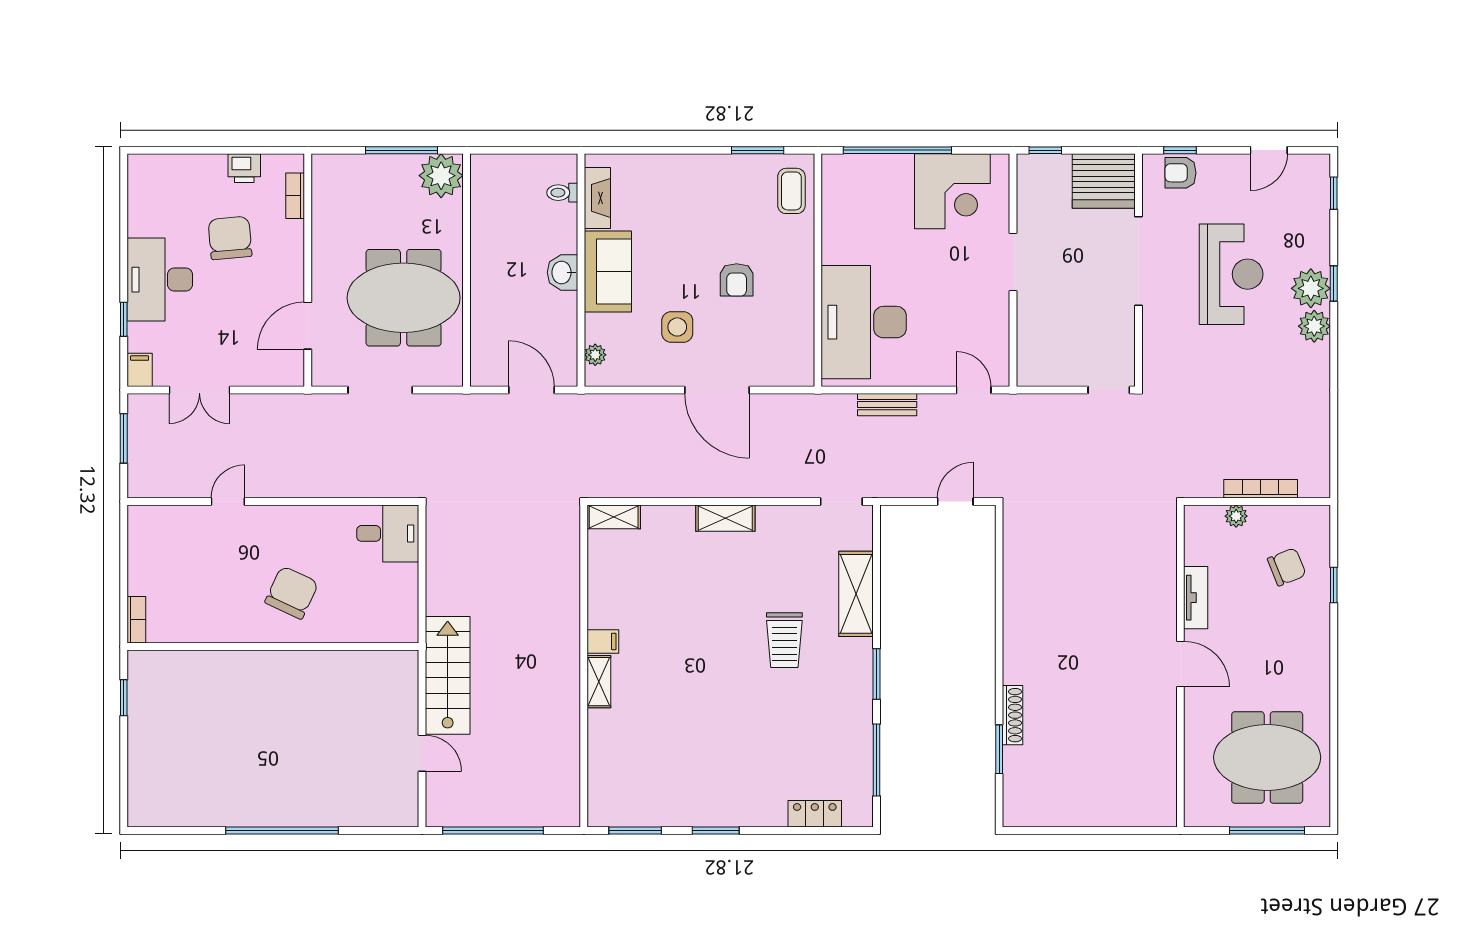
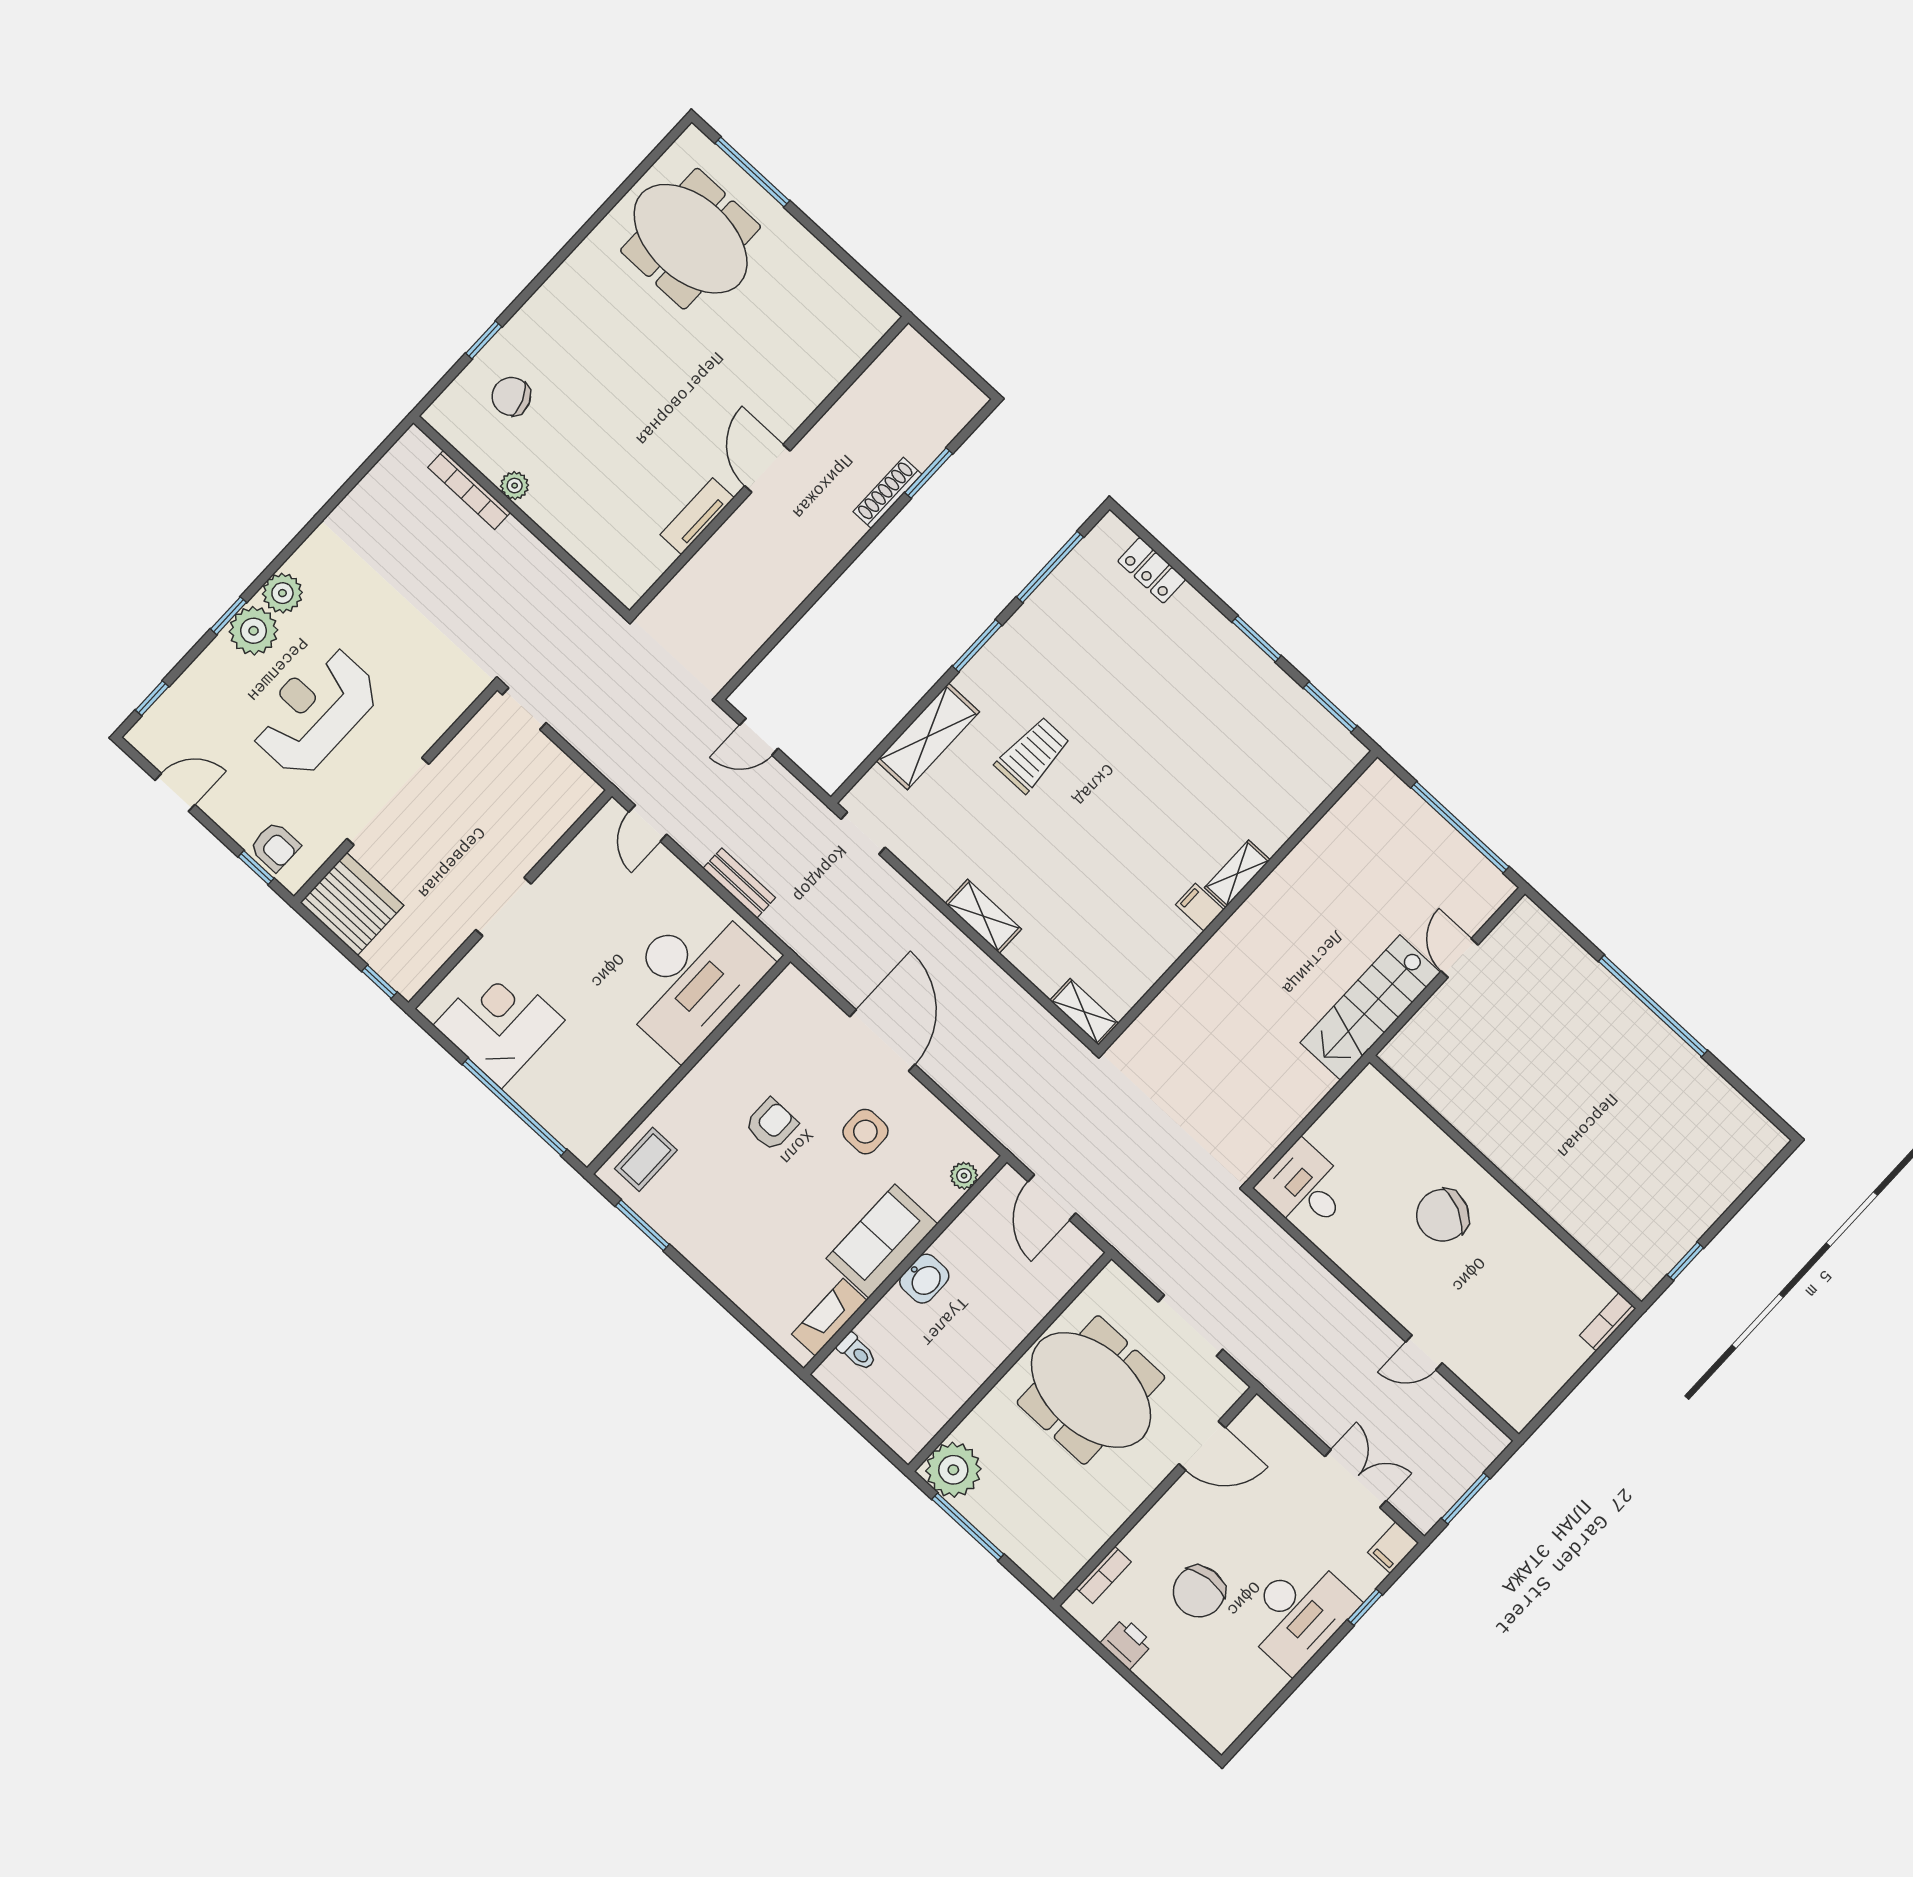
tv unit: (1196, 598) -> (697, 516), moved
door: (1180, 664) -> (767, 468), moved
wall: (1180, 666) -> (769, 467), moved

